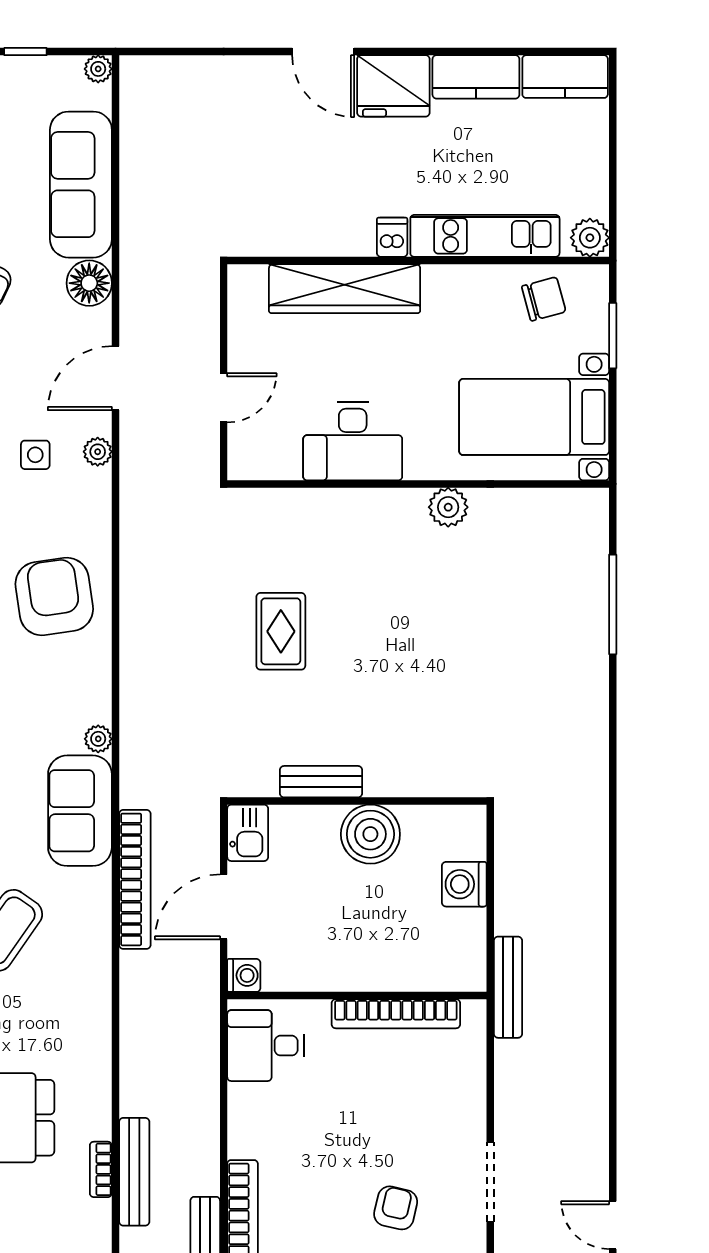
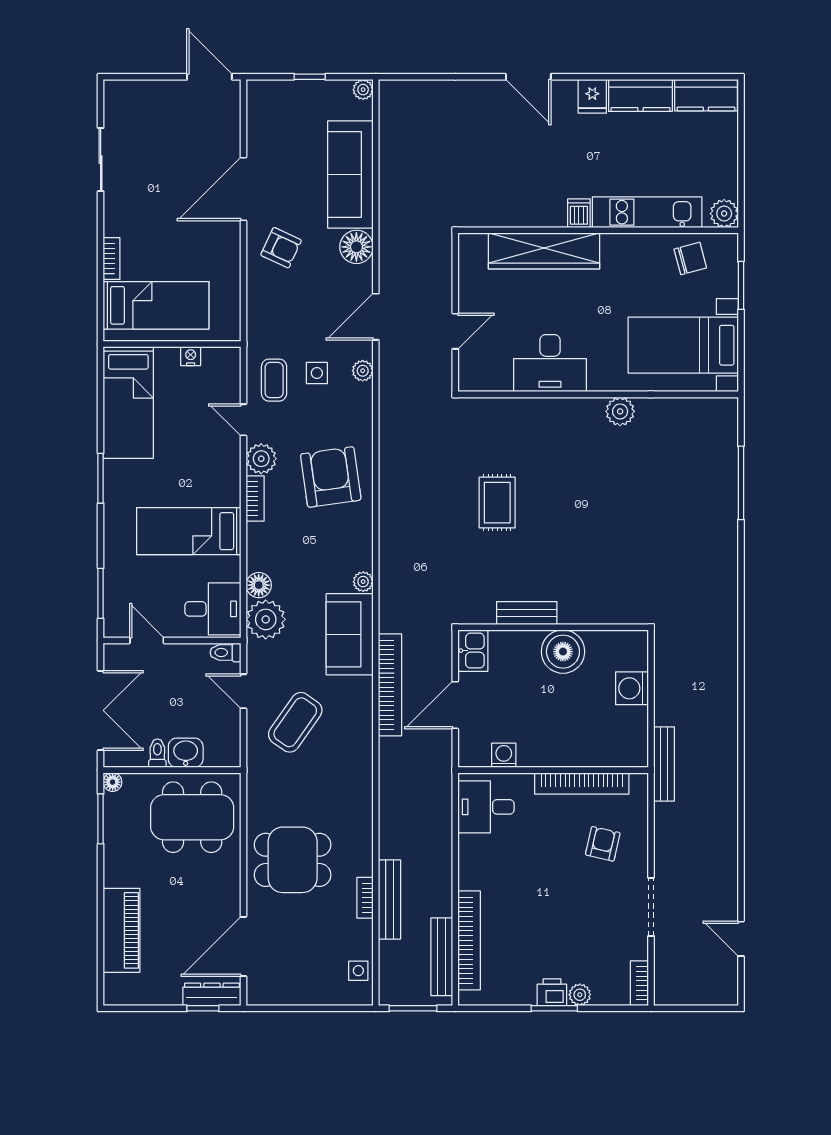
fridge: (393, 86) -> (592, 96), width x0.53, depth x0.75
washing machine: (244, 975) -> (504, 755), moved, turned -90
armchair: (396, 1208) -> (603, 844), moved

